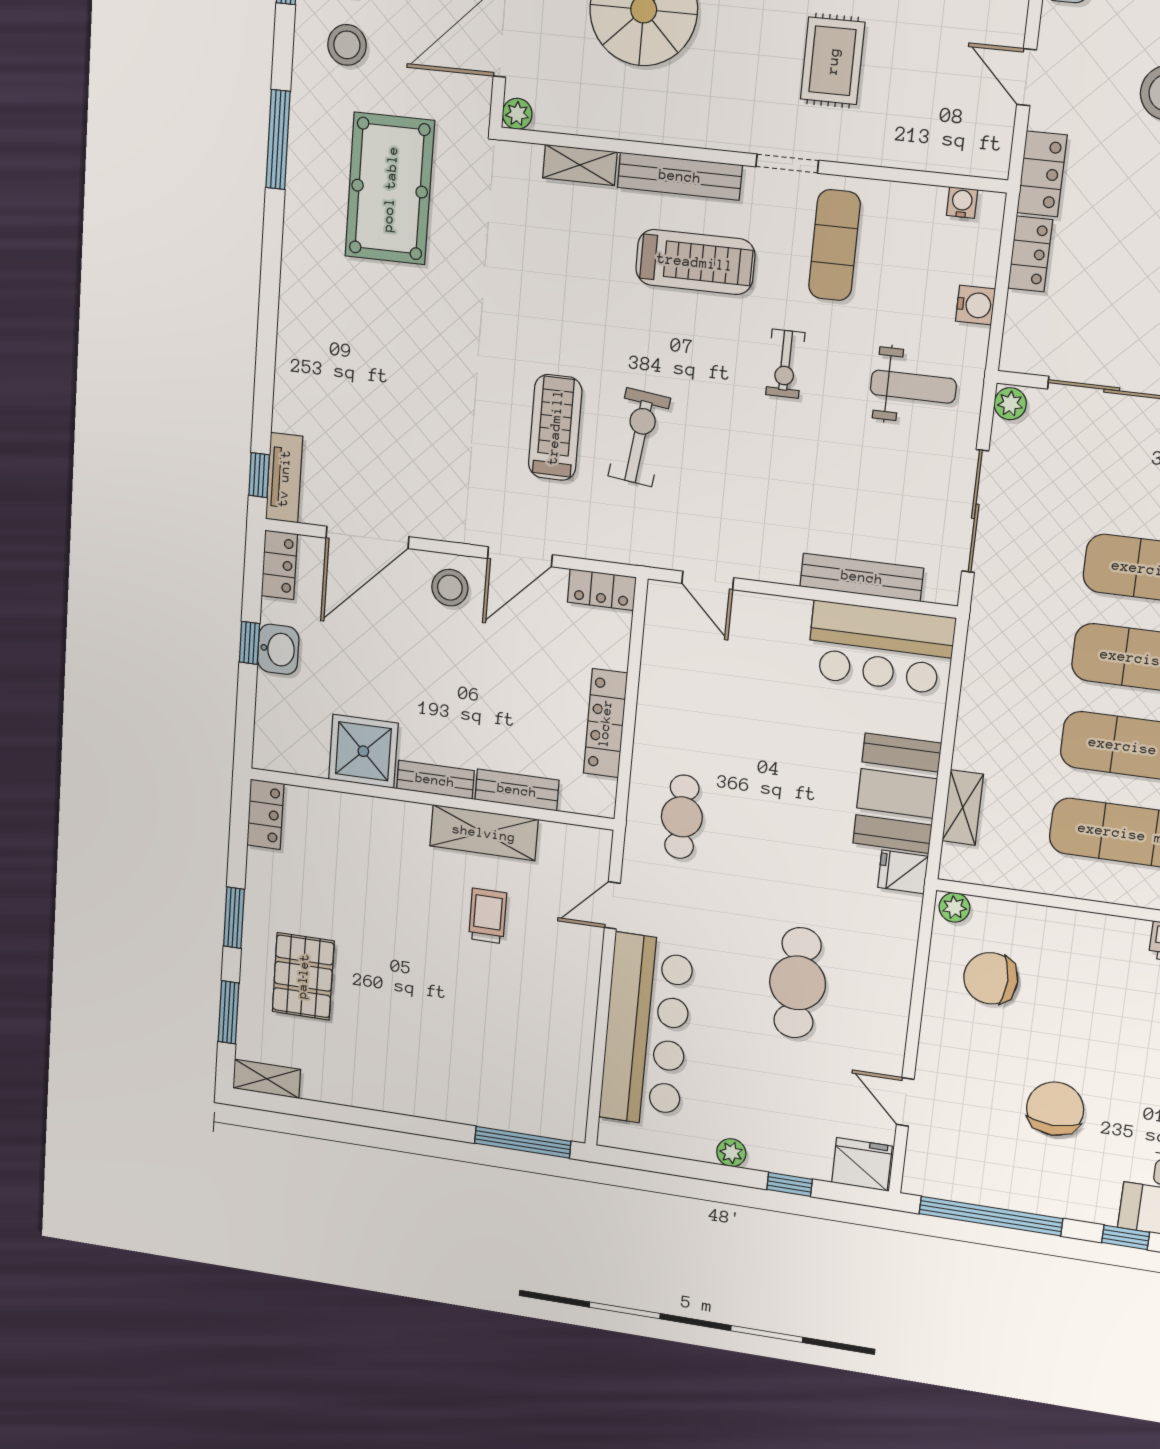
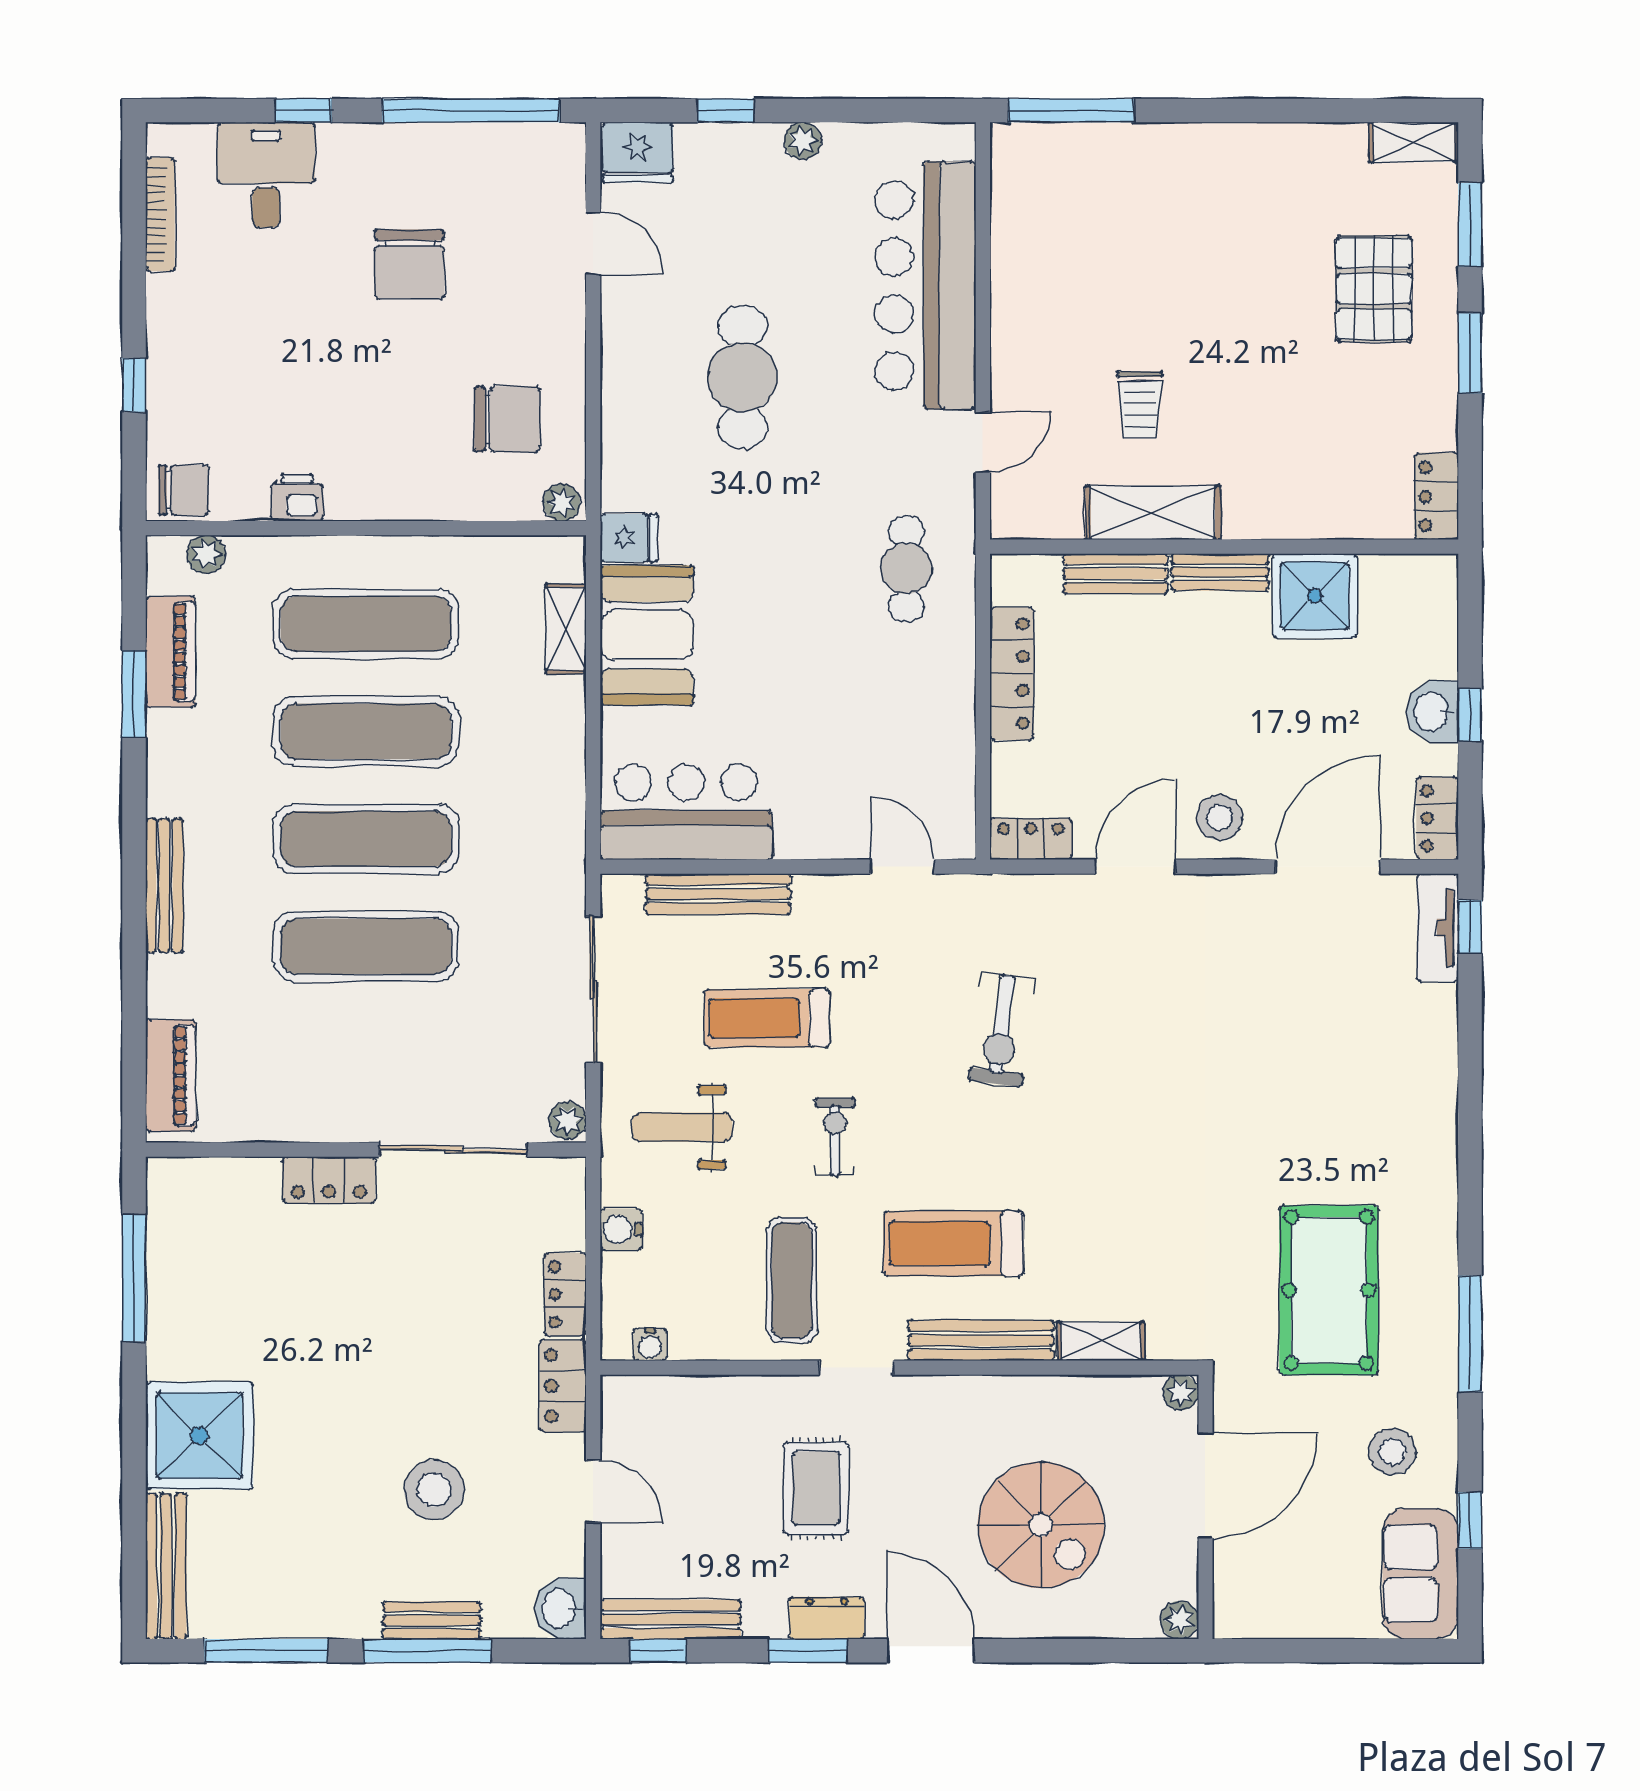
treadmill: (555, 427) -> (767, 1018), moved, turned 90

